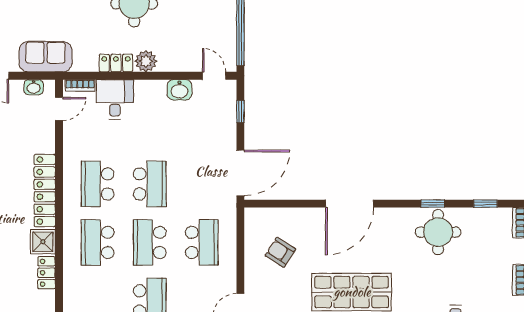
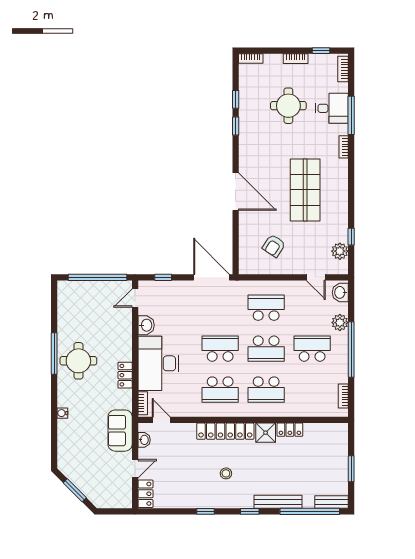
plant: (146, 61) -> (124, 352), removed
desk: (115, 99) -> (158, 363), width x1.87, depth x1.30
window: (485, 204) -> (236, 99), moved
round table: (438, 232) -> (288, 106), moved

